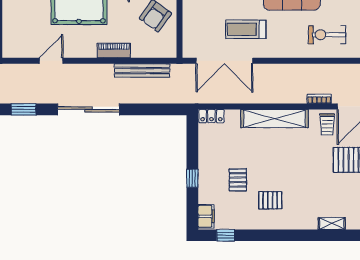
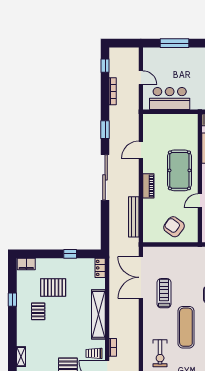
exercise bike: (327, 35) -> (160, 353), turned 180
piano: (114, 50) -> (148, 186), moved
door: (51, 61) -> (141, 150), swing flipped
window: (192, 178) -> (70, 254), moved
pallet: (238, 180) -> (53, 287), width x1.50, depth x1.42
window: (226, 235) -> (12, 300), moved

